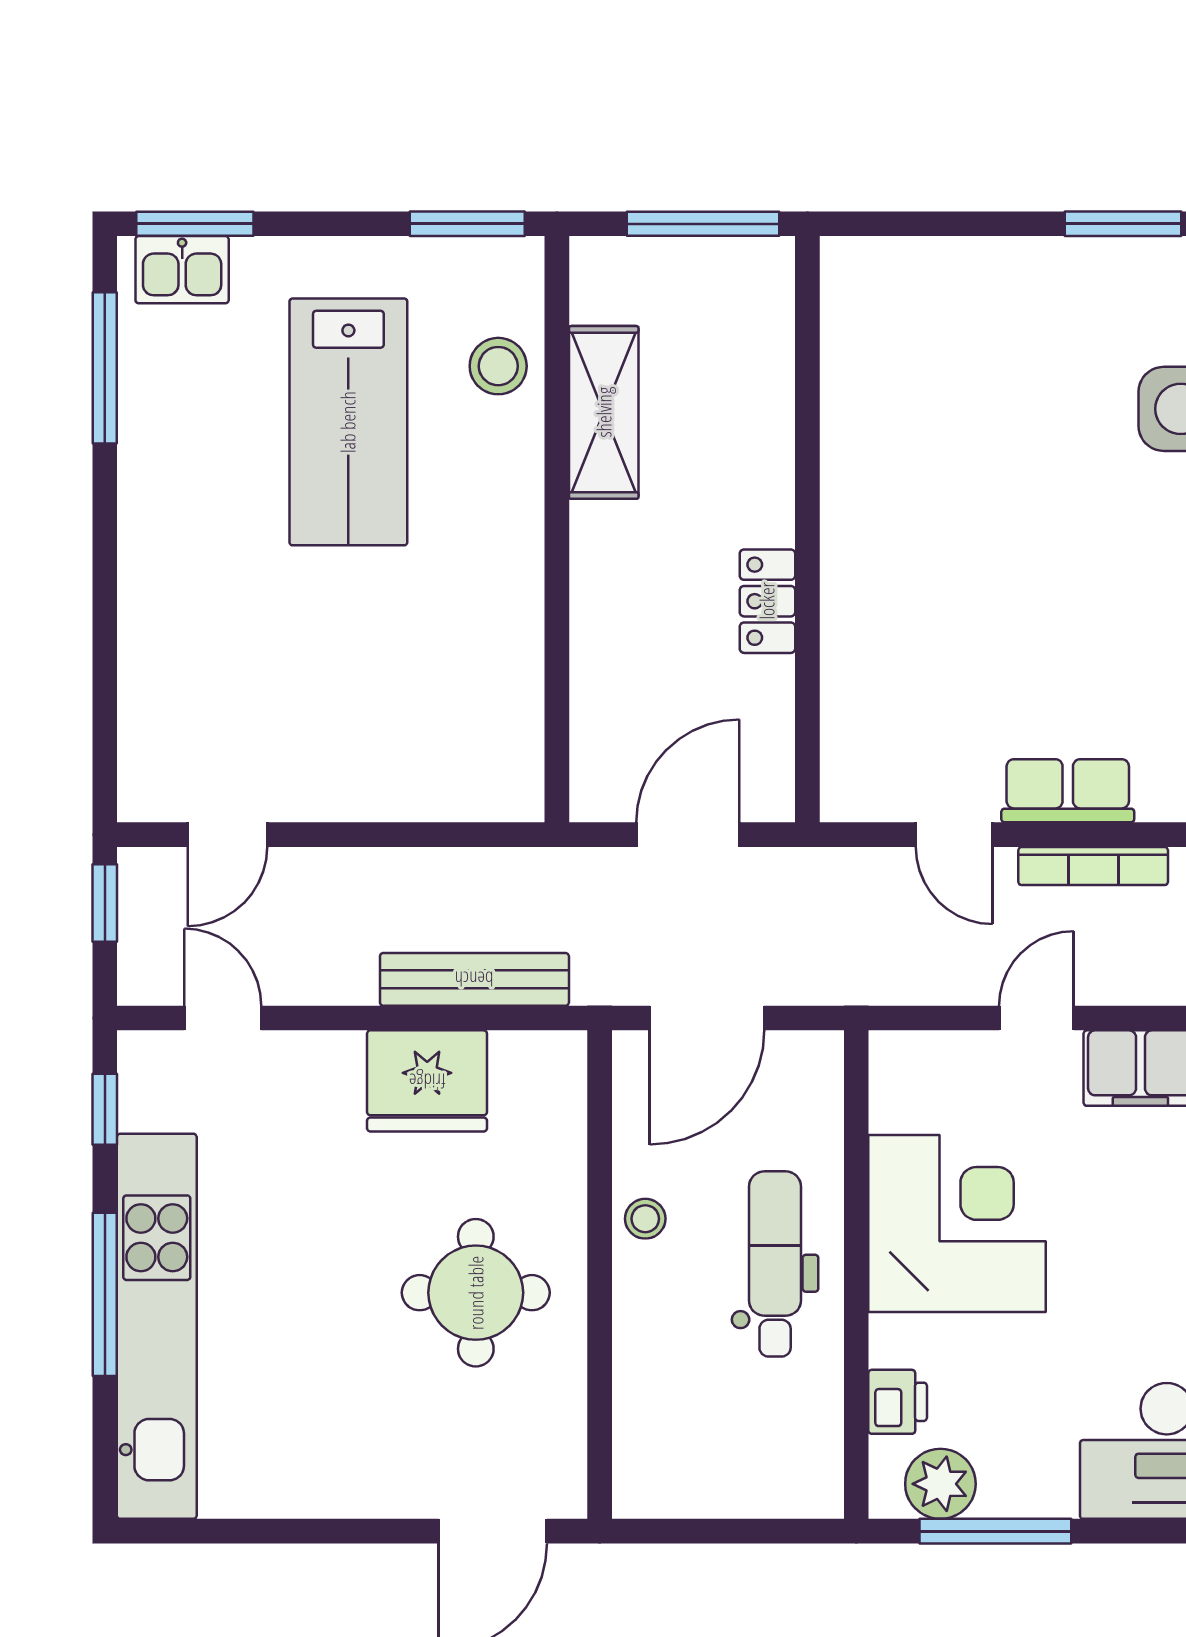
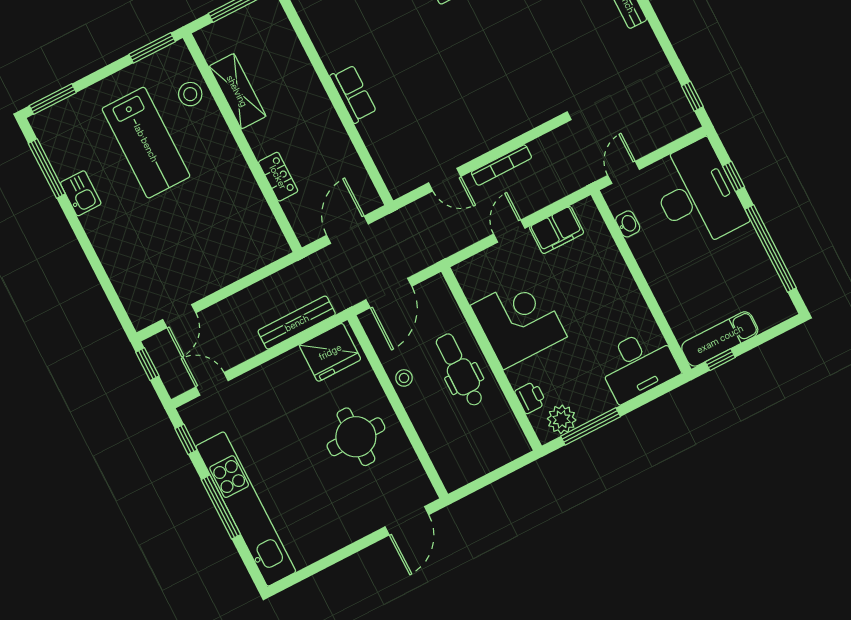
kitchen sink: (182, 270) -> (81, 193), moved, turned -90
locker: (767, 601) -> (278, 177), moved, turned 180
row of seats: (1068, 791) -> (353, 94), moved, turned 90
fridge: (427, 1081) -> (330, 352), moved

